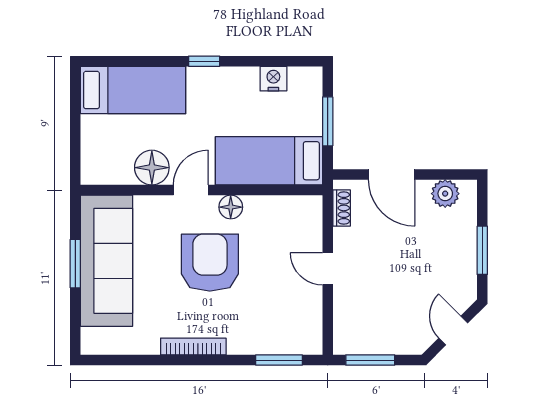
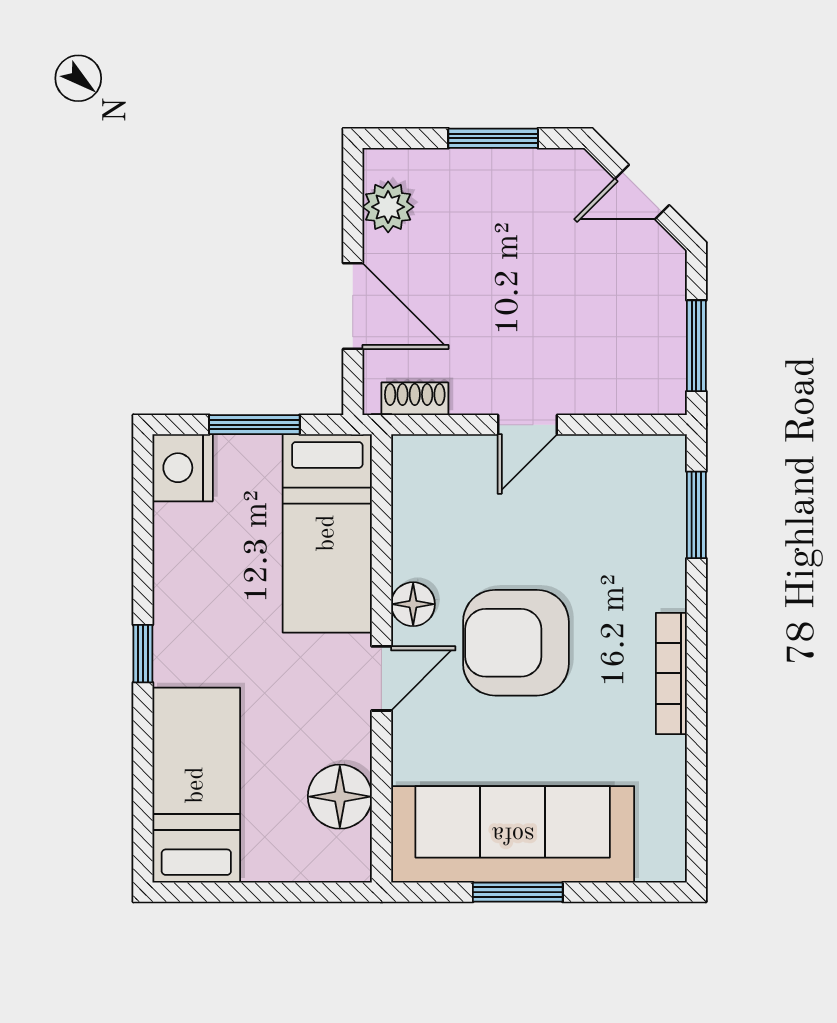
nightstand: (273, 79) -> (183, 468), moved, width x1.36, depth x1.33
floor lamp: (152, 168) -> (340, 797), moved
door: (392, 175) -> (353, 306), hinge flipped
door: (191, 190) -> (381, 678), swing flipped

